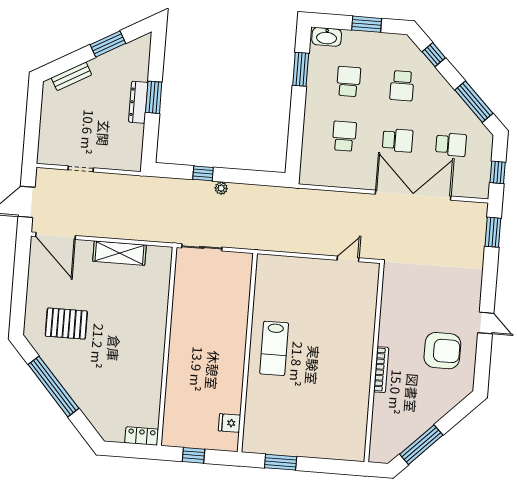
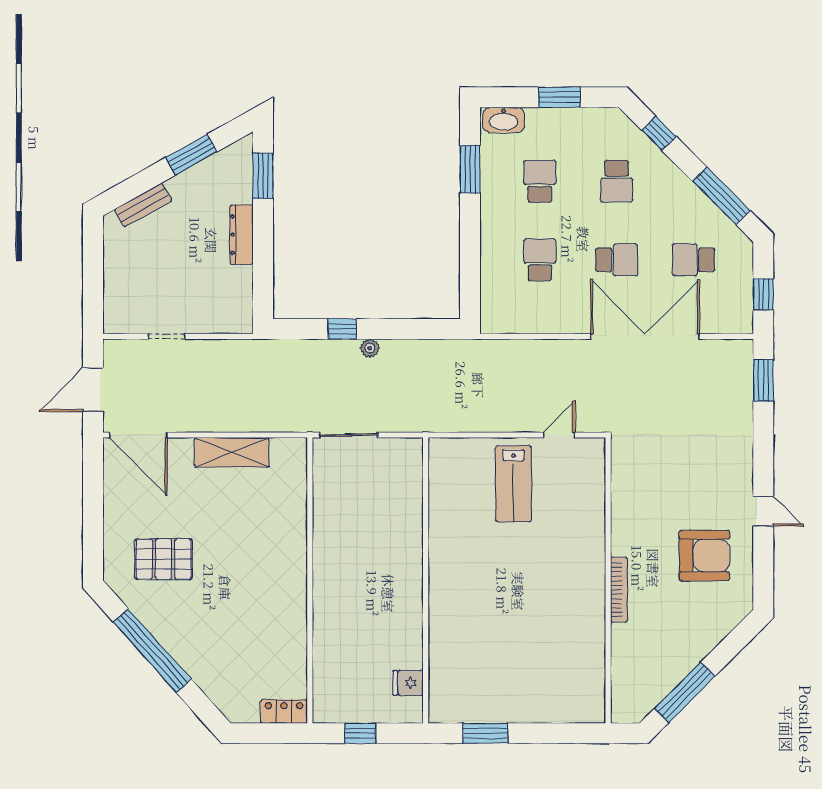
window: (154, 97) -> (263, 176), moved
school desk: (451, 145) -> (694, 260), turned 180
lab bench: (274, 348) -> (514, 484), moved

